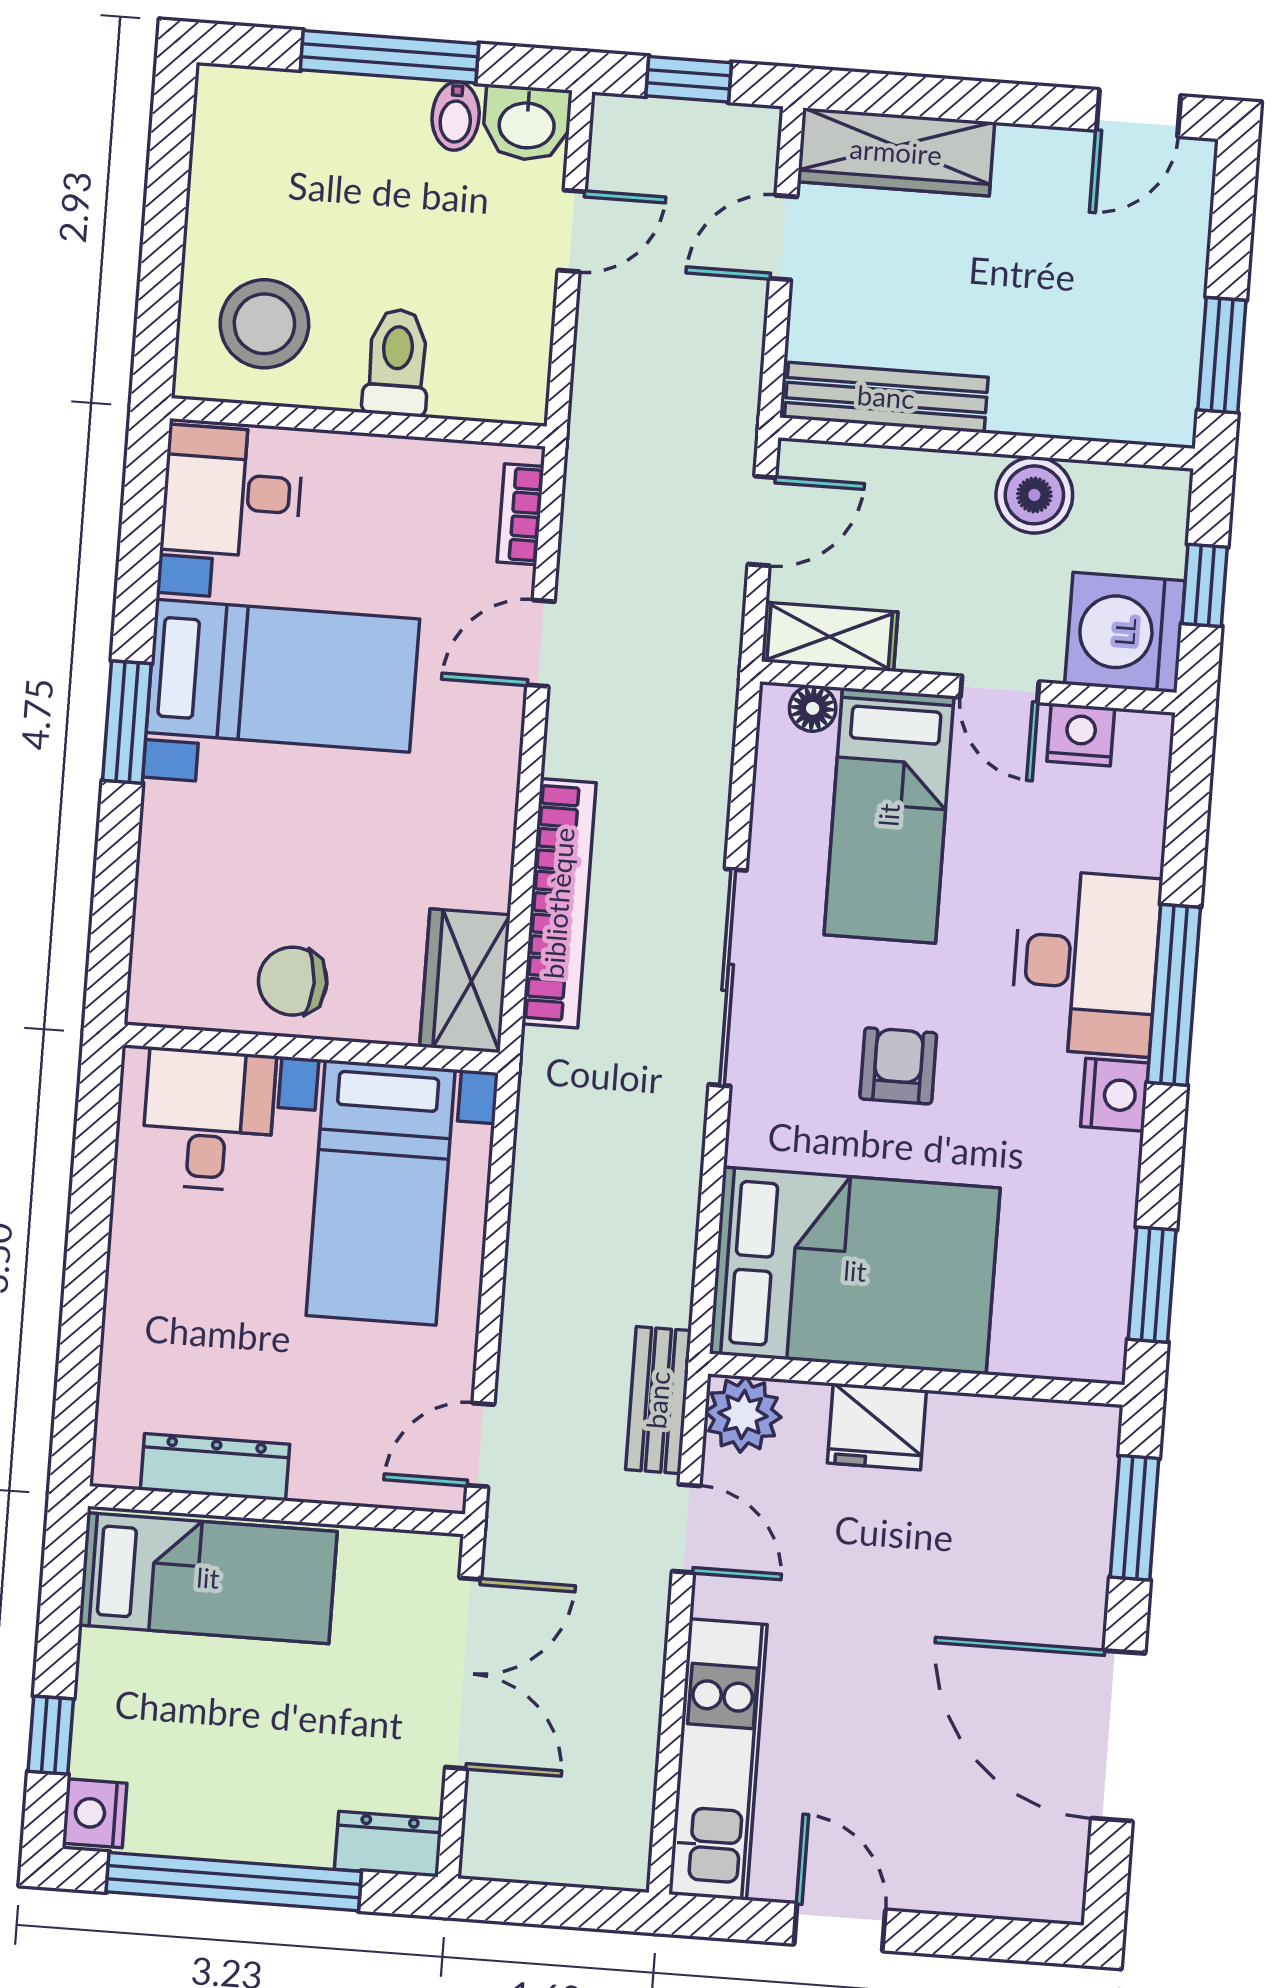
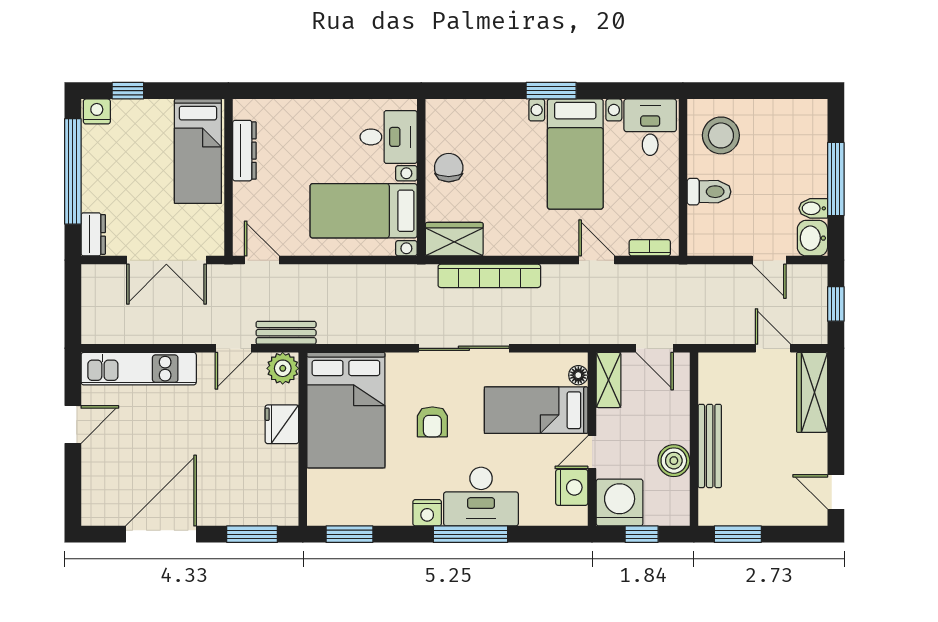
bench: (886, 397) -> (710, 446), moved
nightstand: (1081, 735) -> (572, 487), width x1.36, depth x1.33
armchair: (898, 1066) -> (432, 422), turned 90

